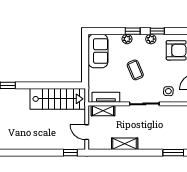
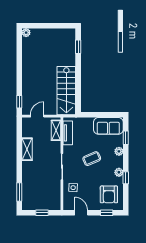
window: (133, 31) -> (126, 138), moved

